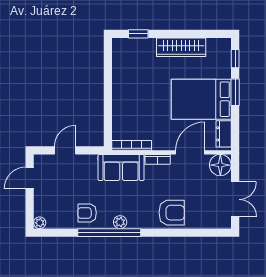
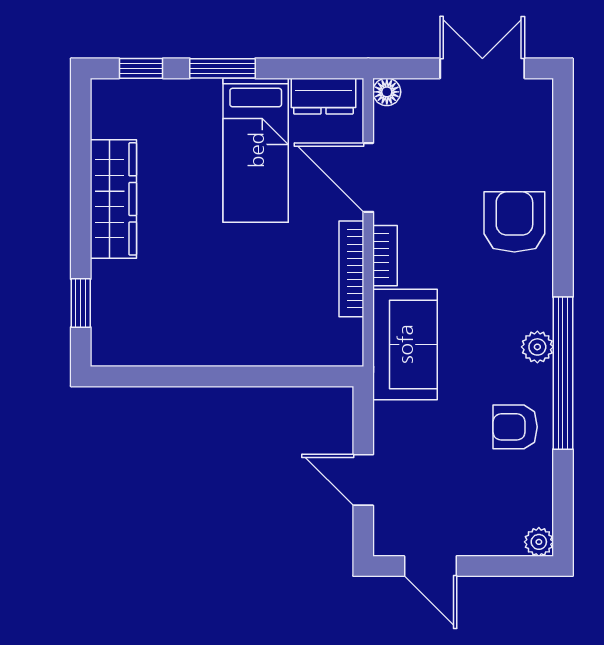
bed: (201, 99) -> (256, 150), width x0.67
bookcase: (132, 145) -> (351, 269), moved
floor lamp: (220, 165) -> (387, 92), width x0.53, depth x0.53
armchair: (87, 213) -> (515, 427), turned 90

